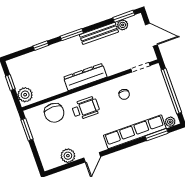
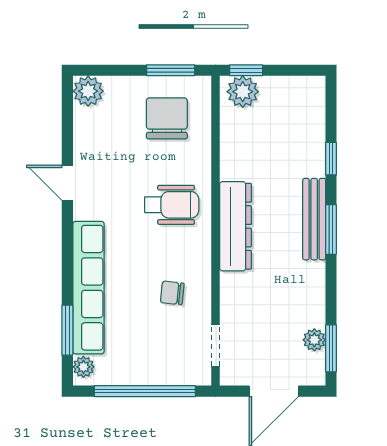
bench: (99, 33) -> (314, 219), moved
window: (10, 83) -> (246, 70), moved
wheelchair: (86, 108) -> (172, 205), turned -90
chair: (54, 113) -> (167, 118), moved, turned 90
plant: (68, 156) -> (88, 91), moved

